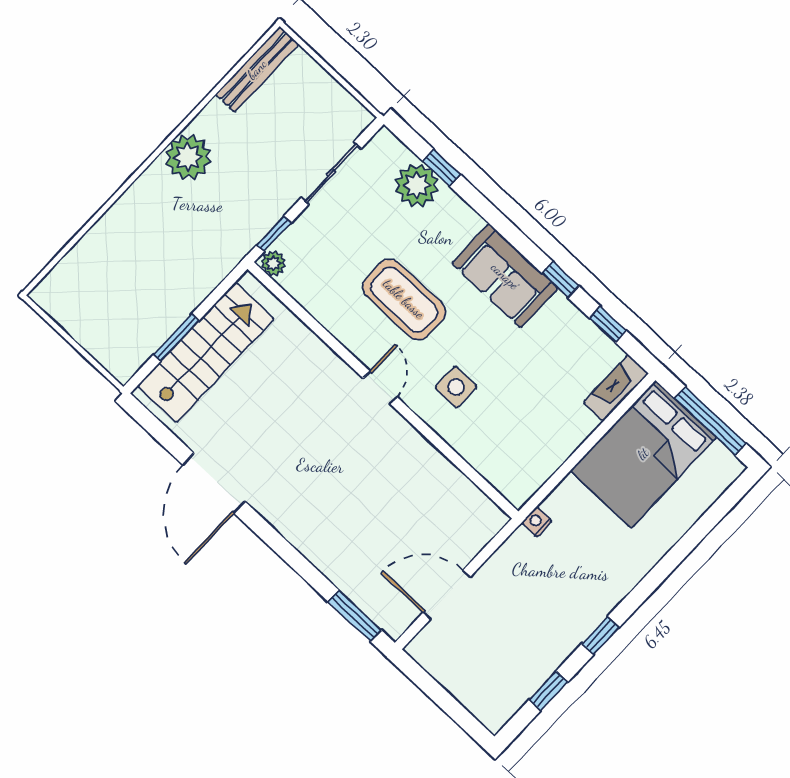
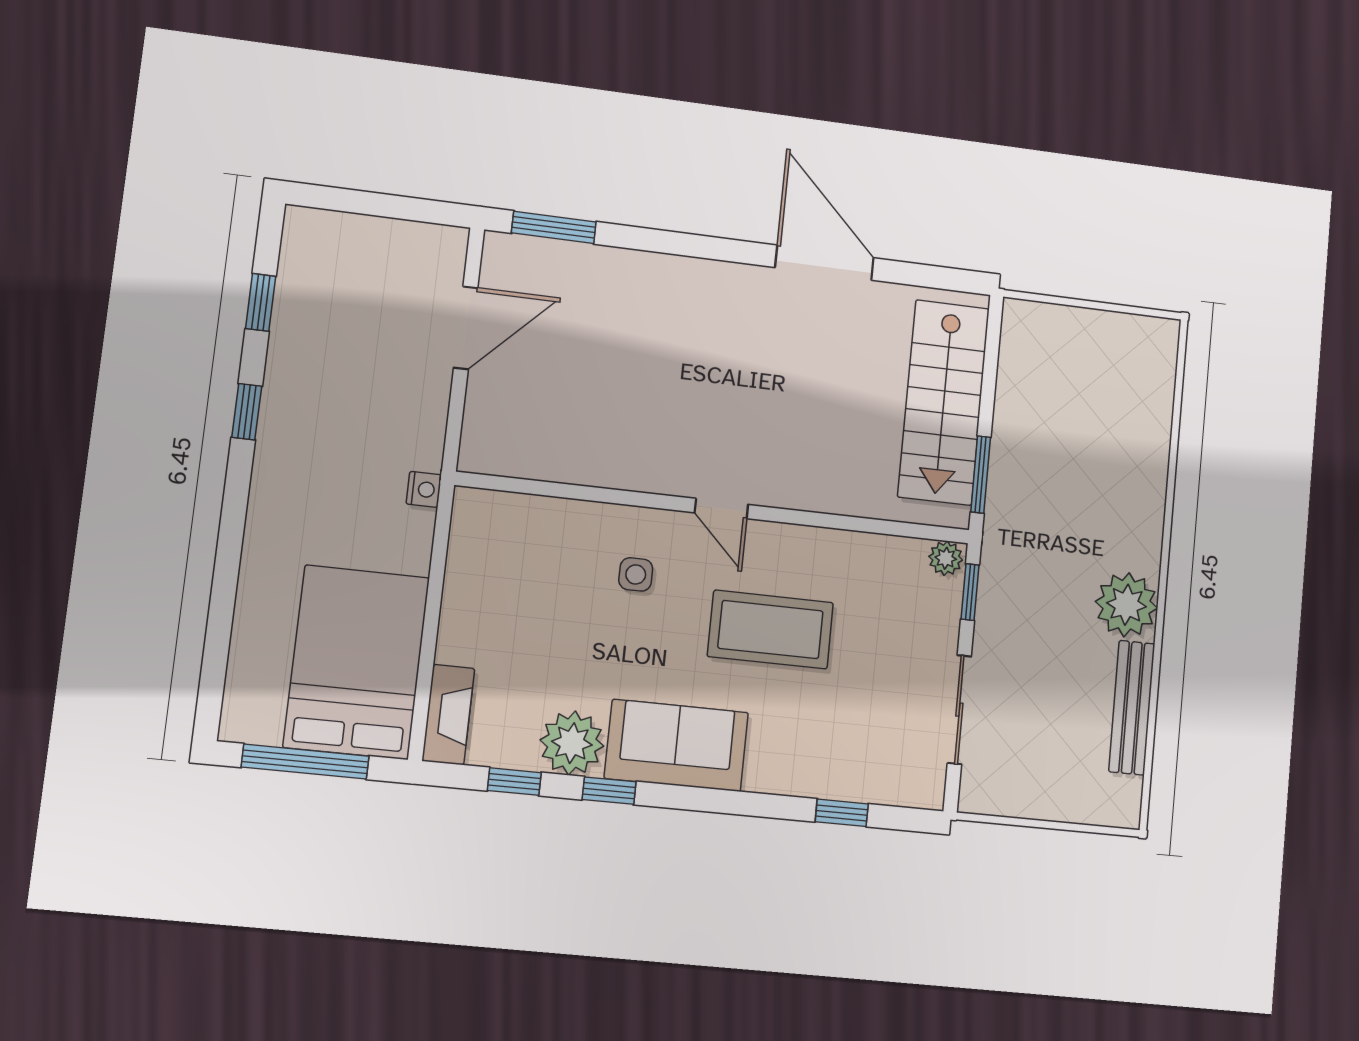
bench: (257, 69) -> (1132, 708), moved
plant: (417, 185) -> (572, 743), moved
window: (176, 338) -> (981, 475), moved
side table: (456, 387) -> (636, 574), width x0.73, depth x0.73

